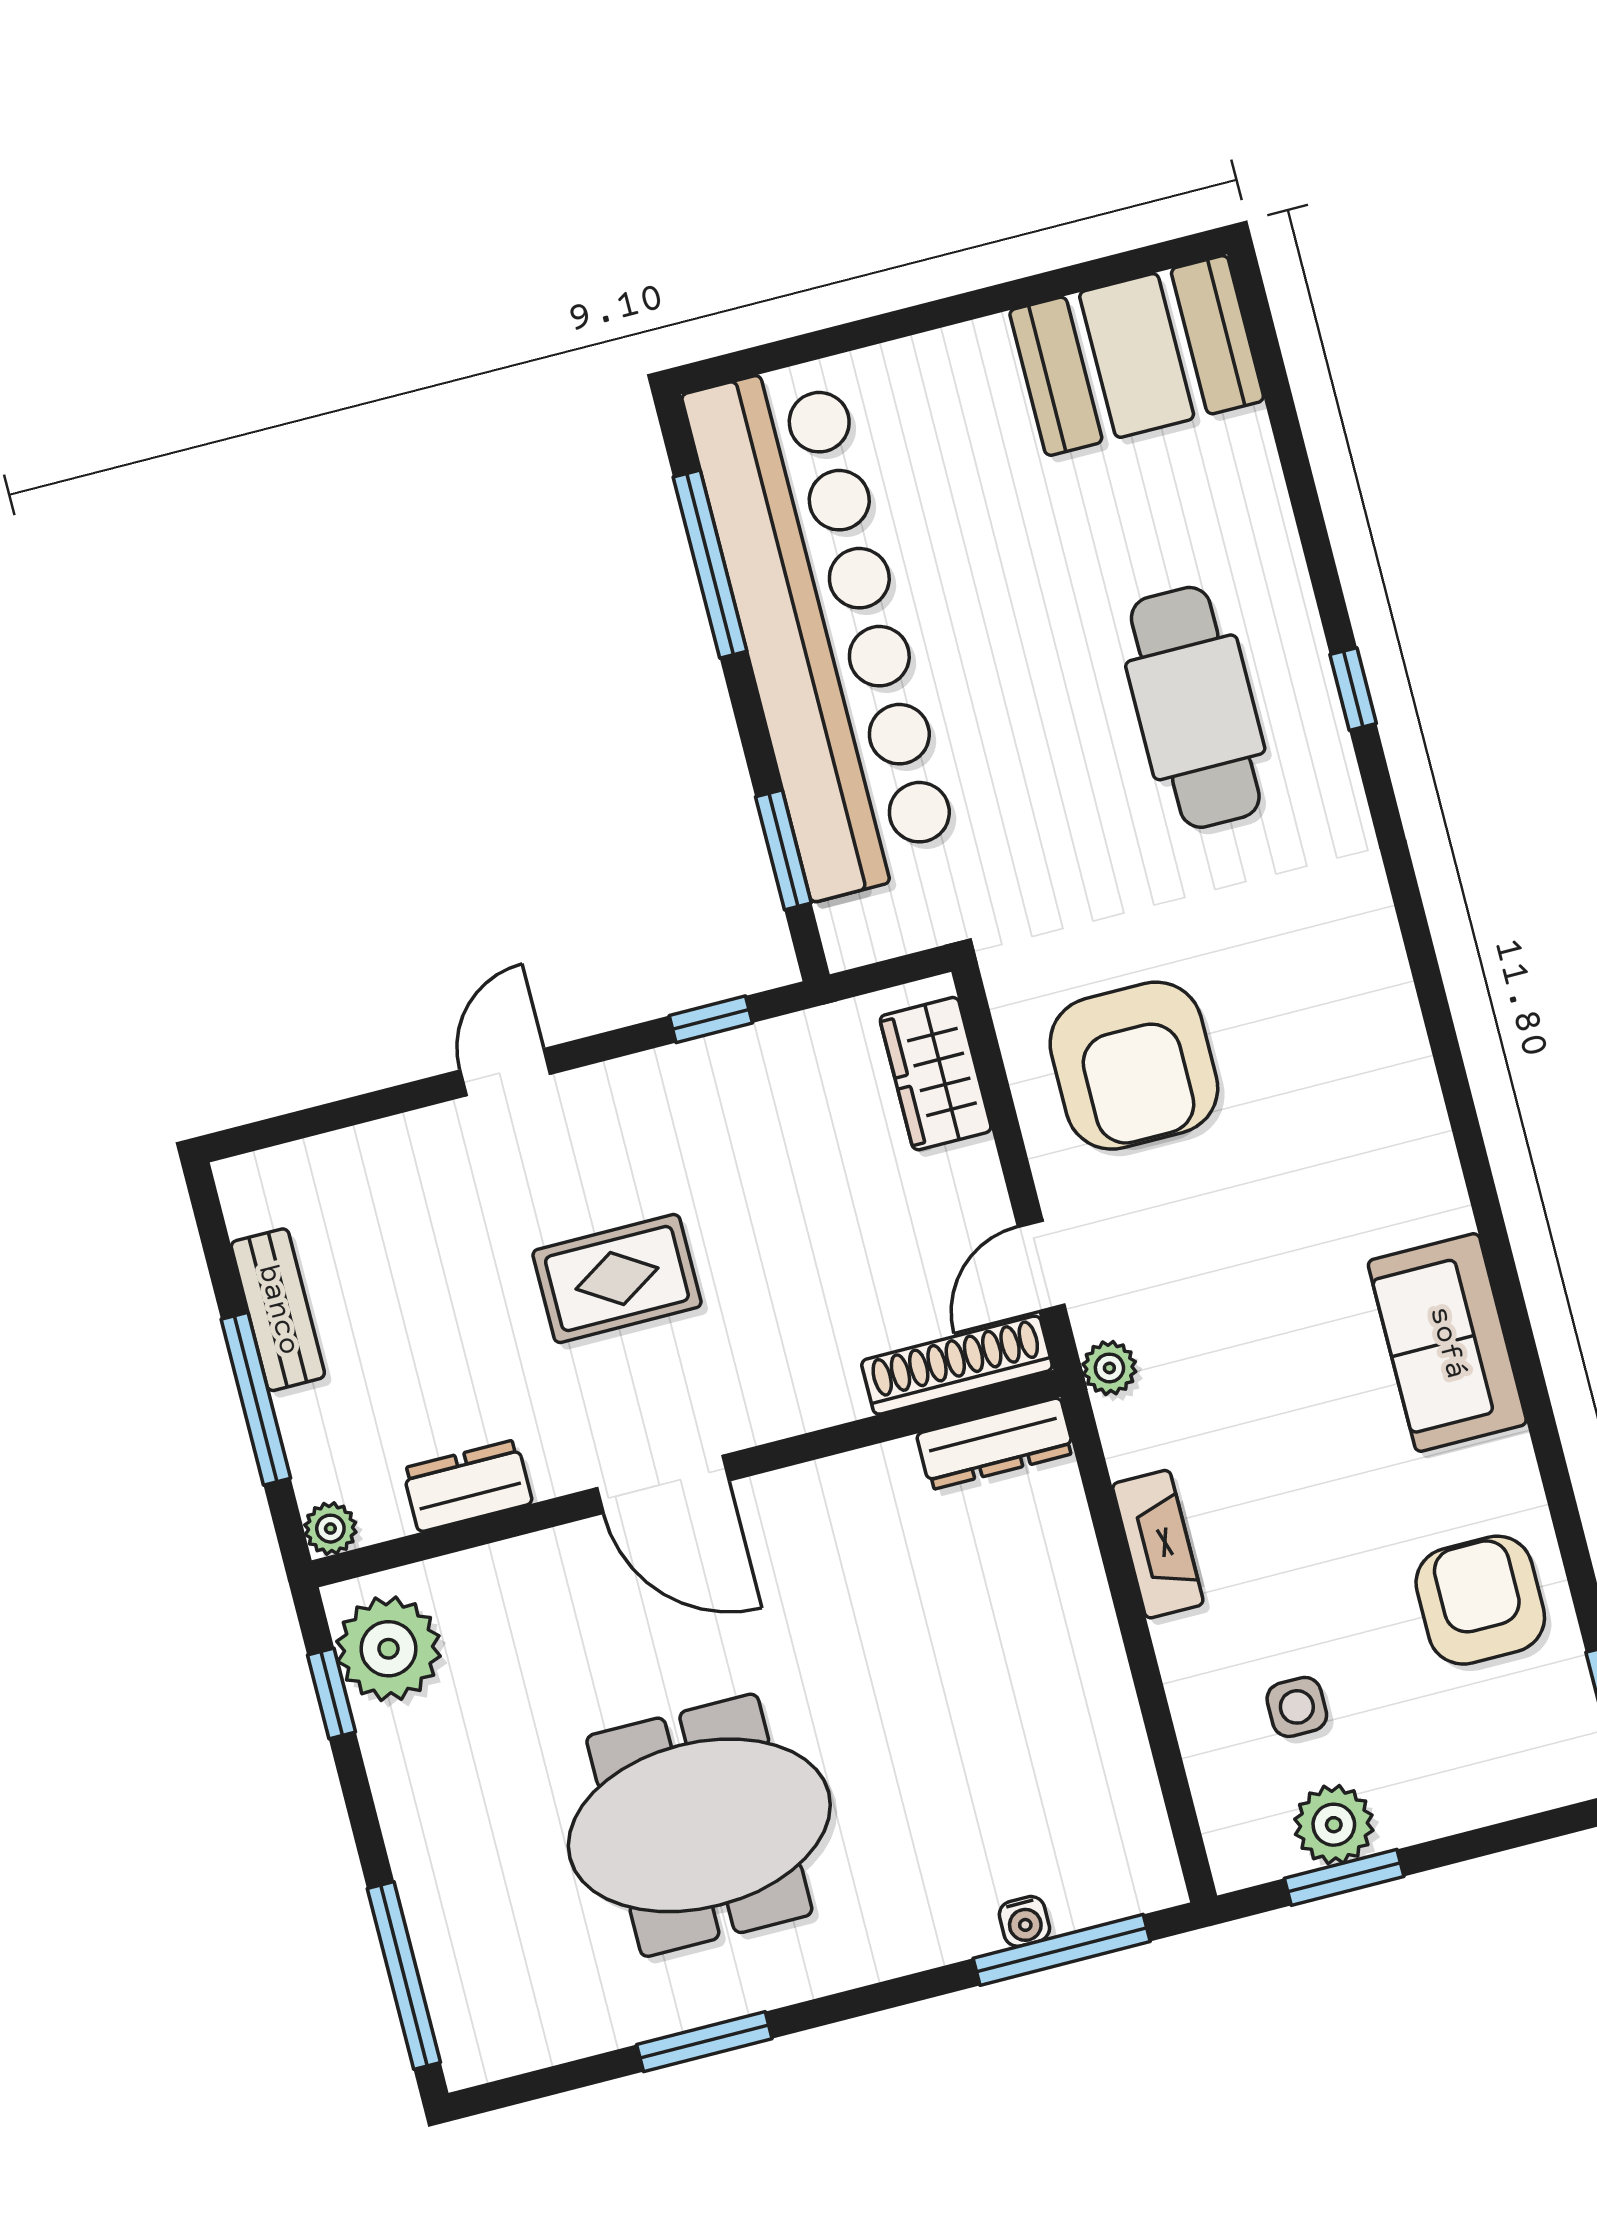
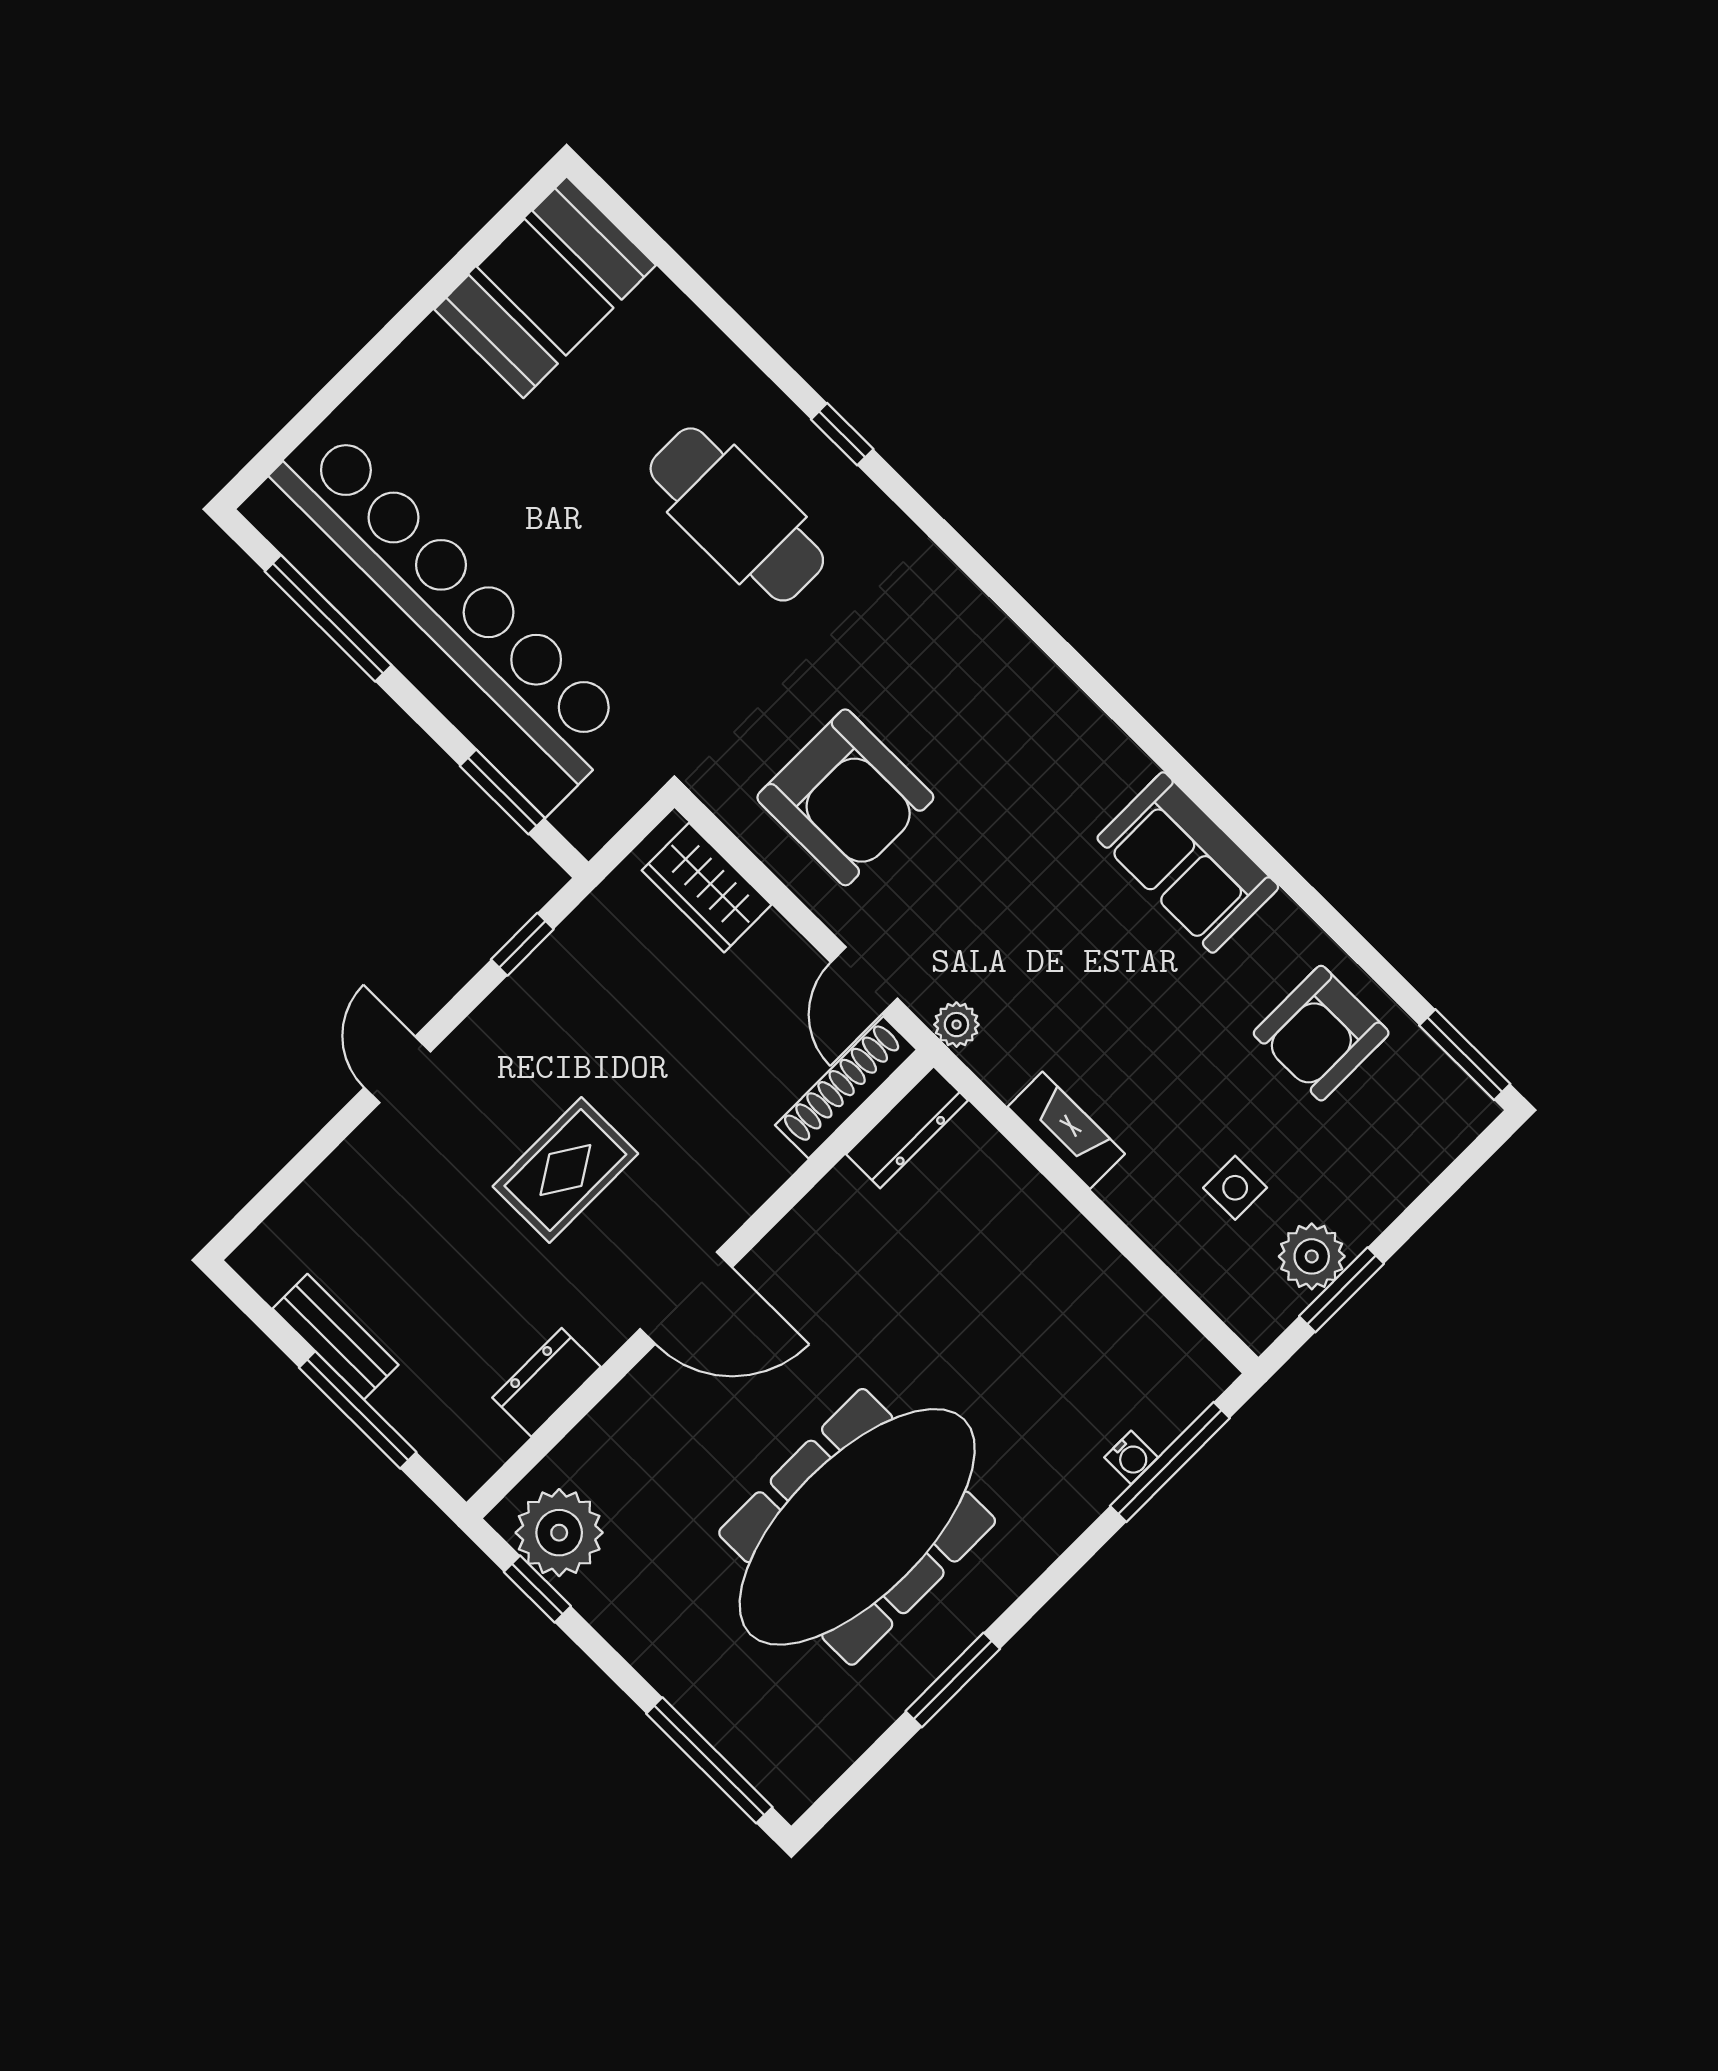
plant: (330, 1529) -> (466, 1471), removed
armchair: (1480, 1600) -> (1321, 1033), turned -90
meeting table: (699, 1825) -> (857, 1527), width x1.36

